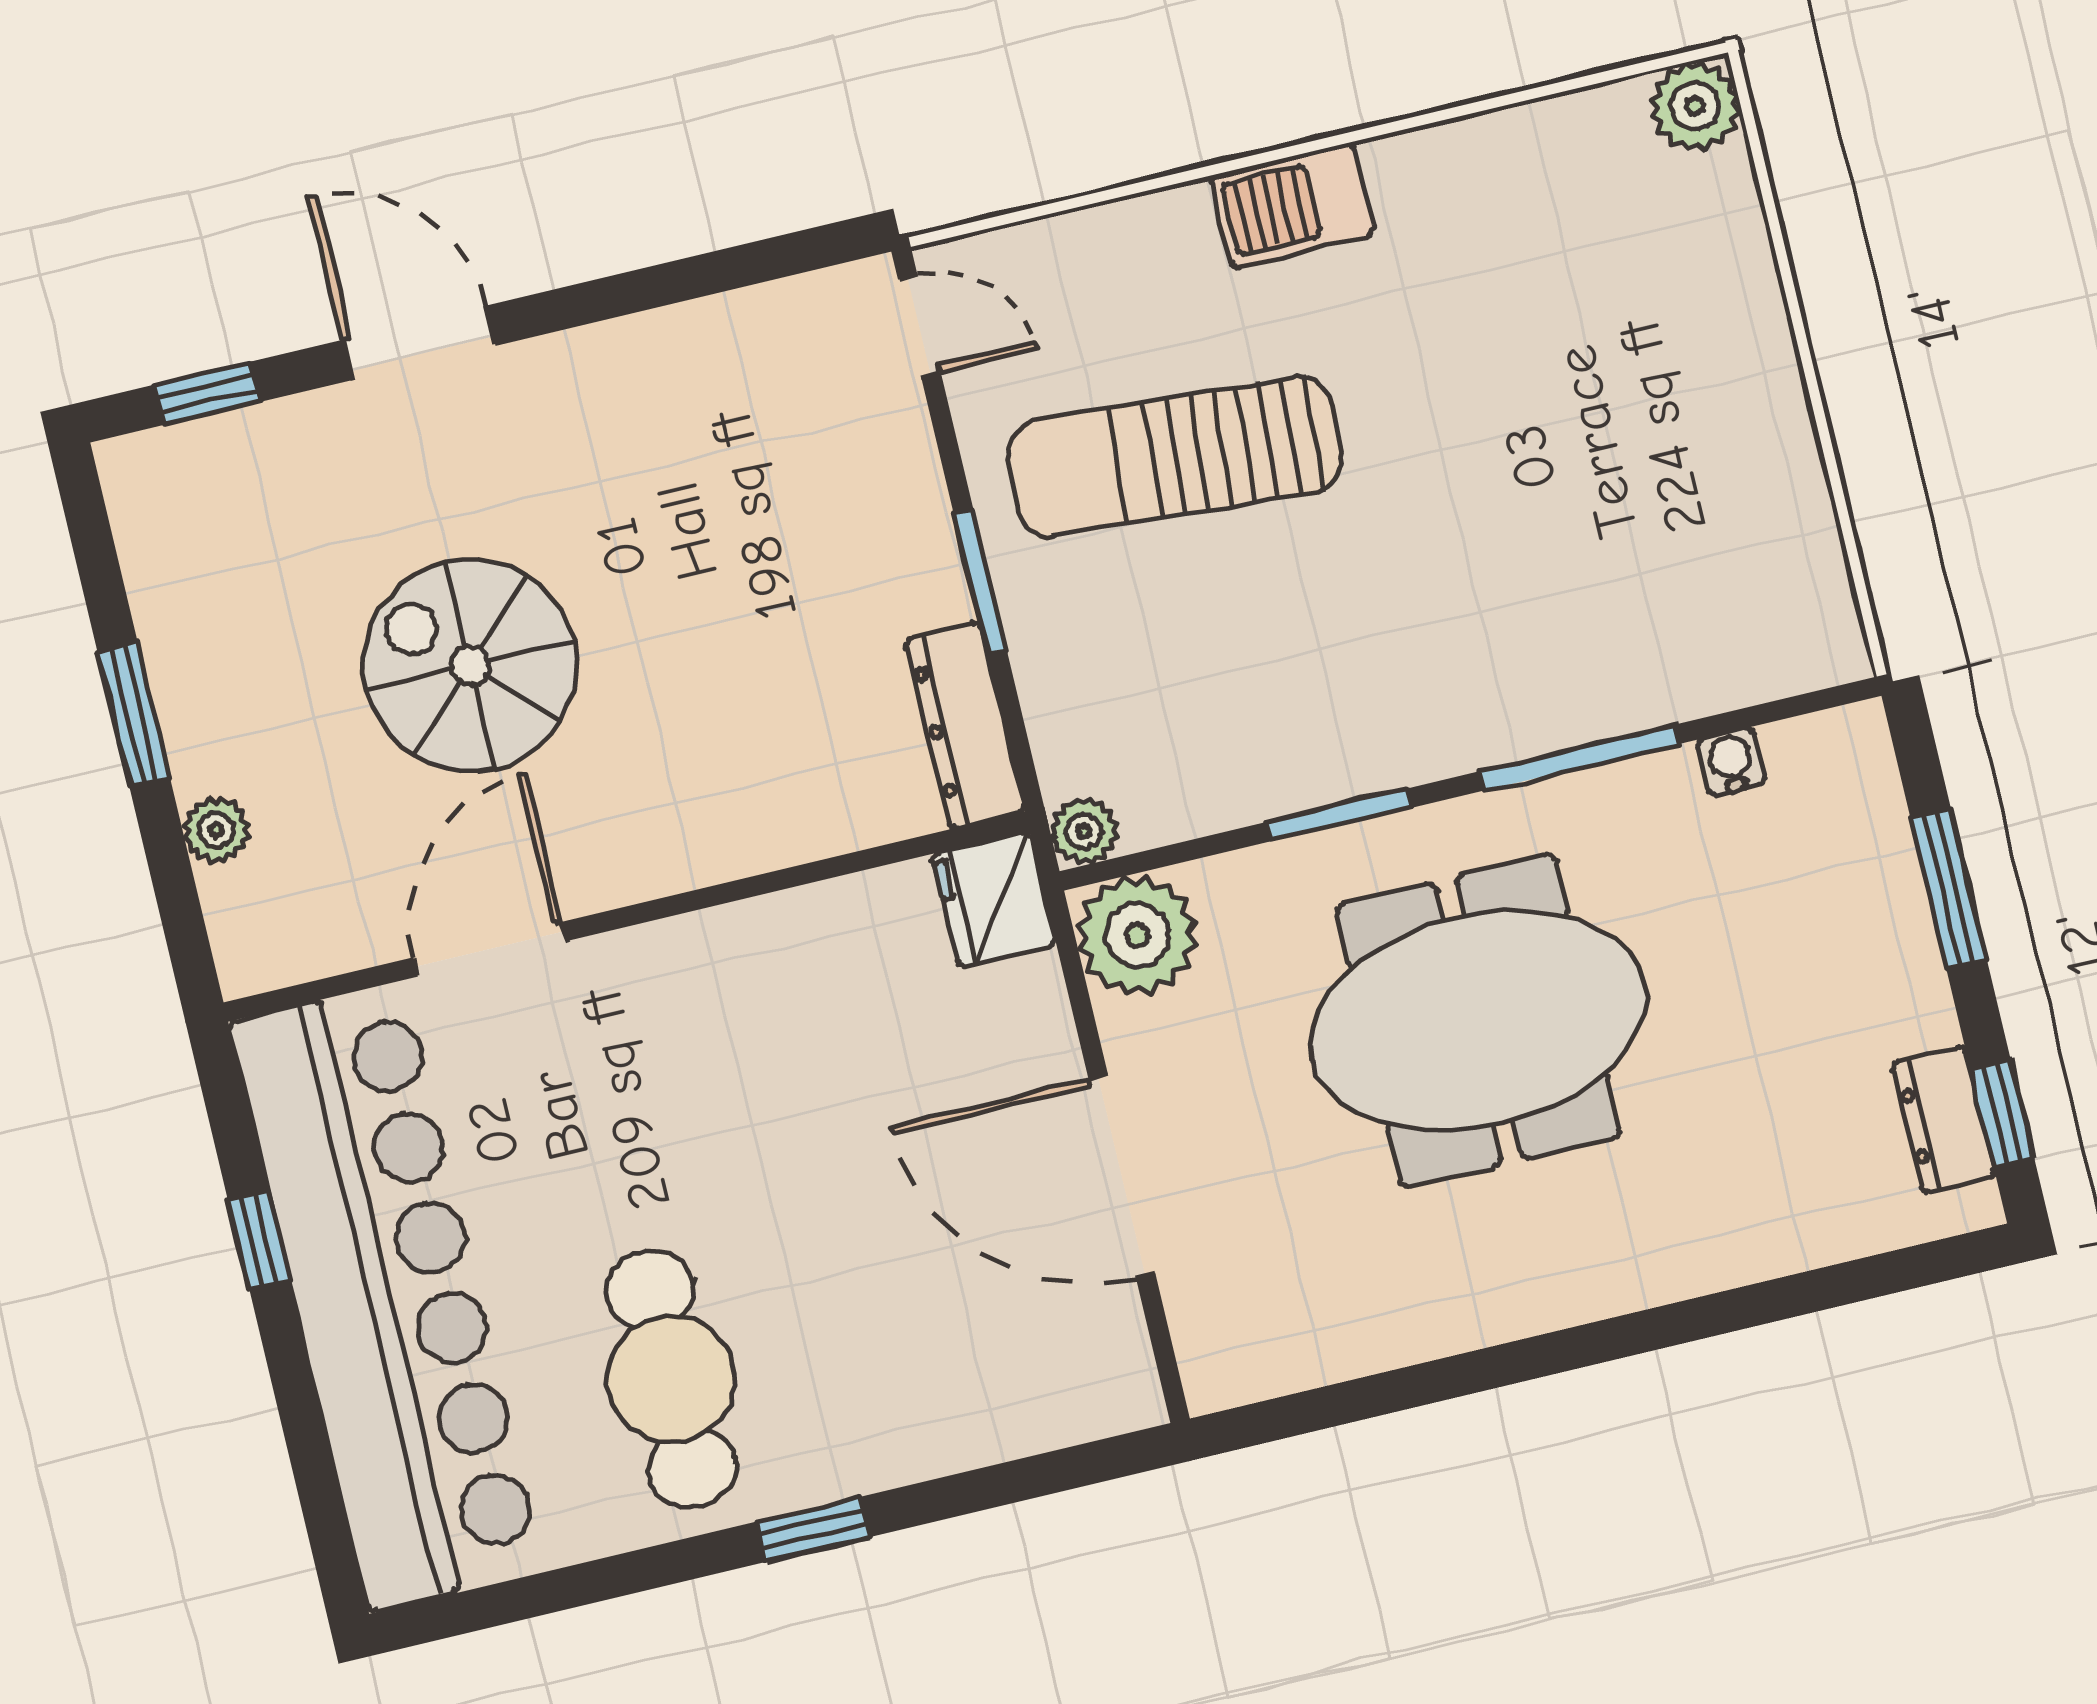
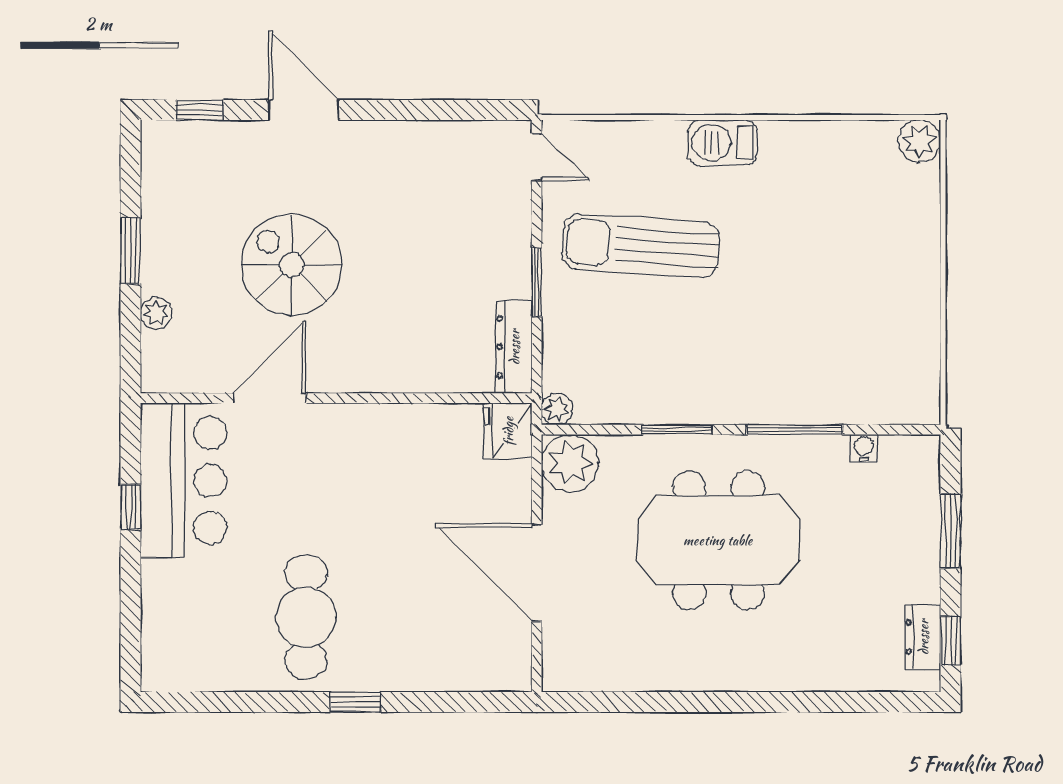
bar counter: (387, 1296) -> (183, 480), width x0.54

